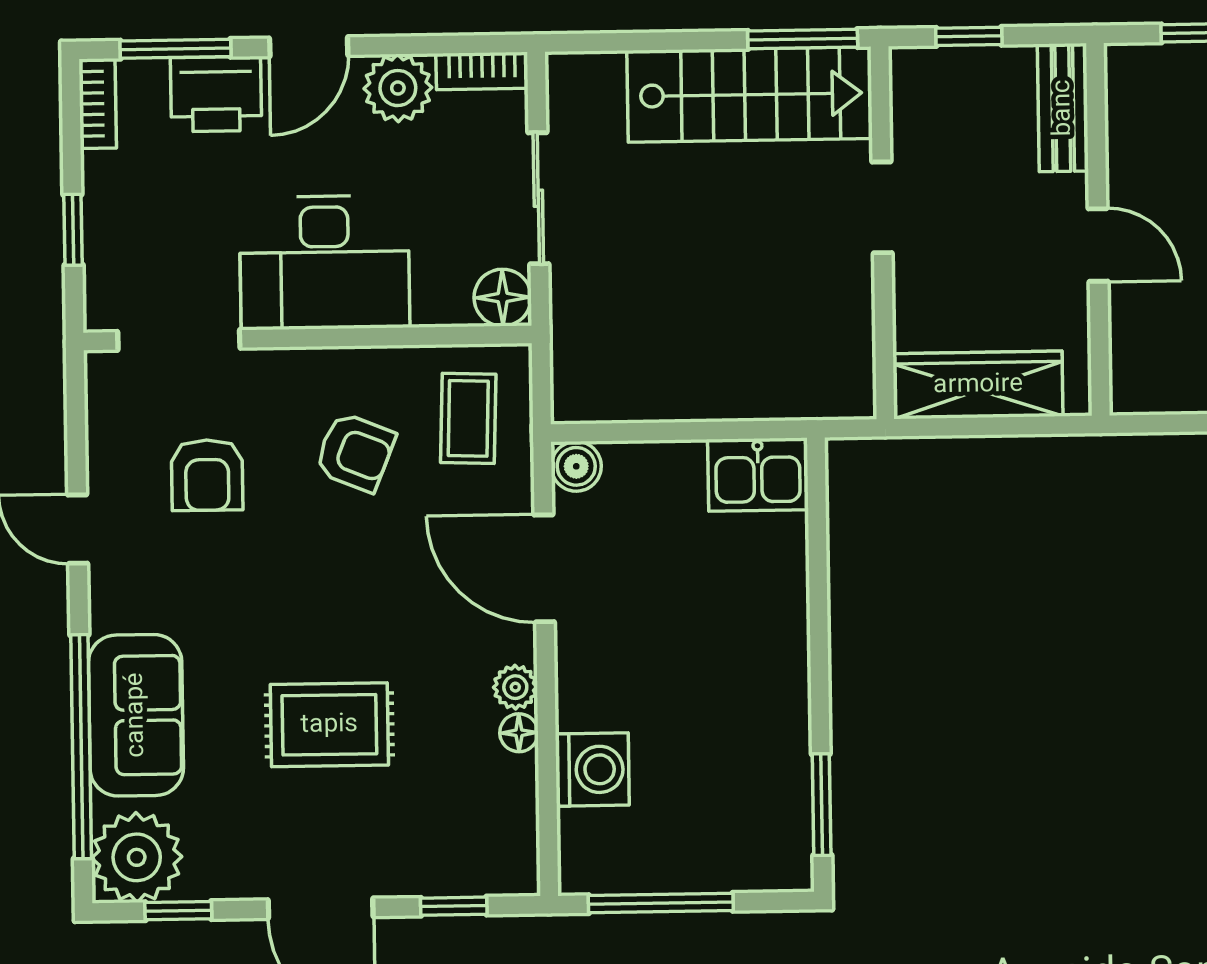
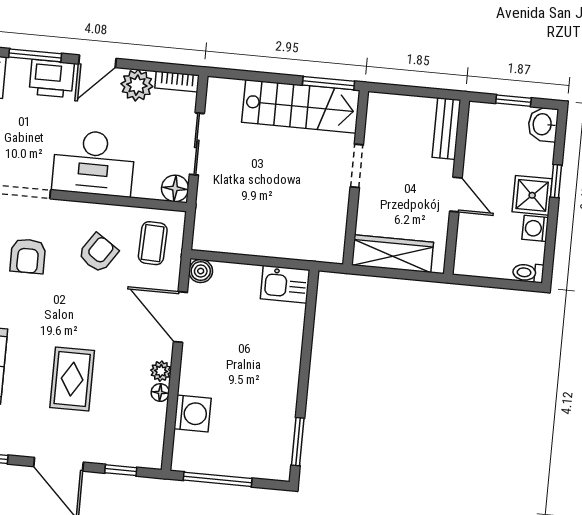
window: (969, 36) -> (406, 90), removed
armchair: (355, 452) -> (98, 253), turned -78
rug: (329, 725) -> (72, 379), turned 90

